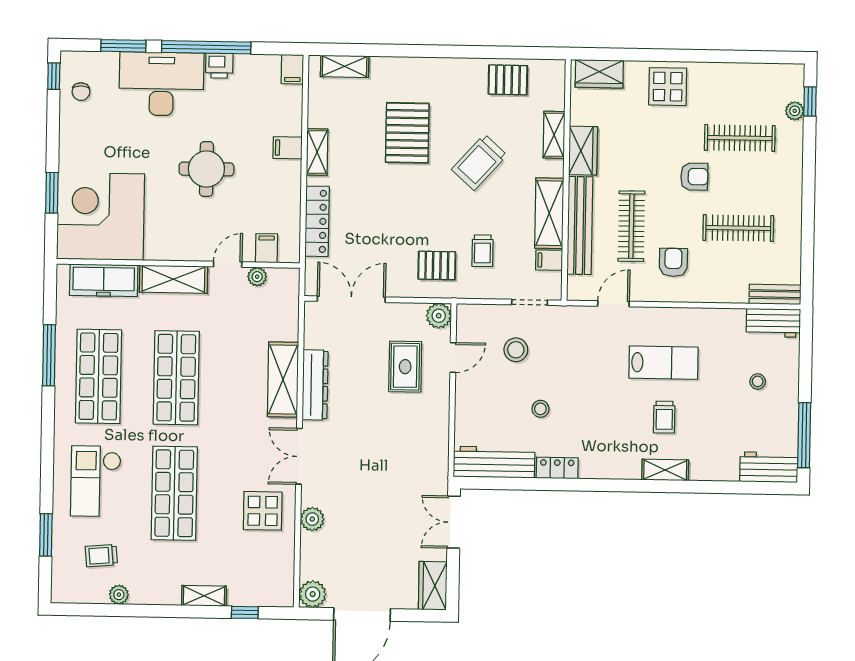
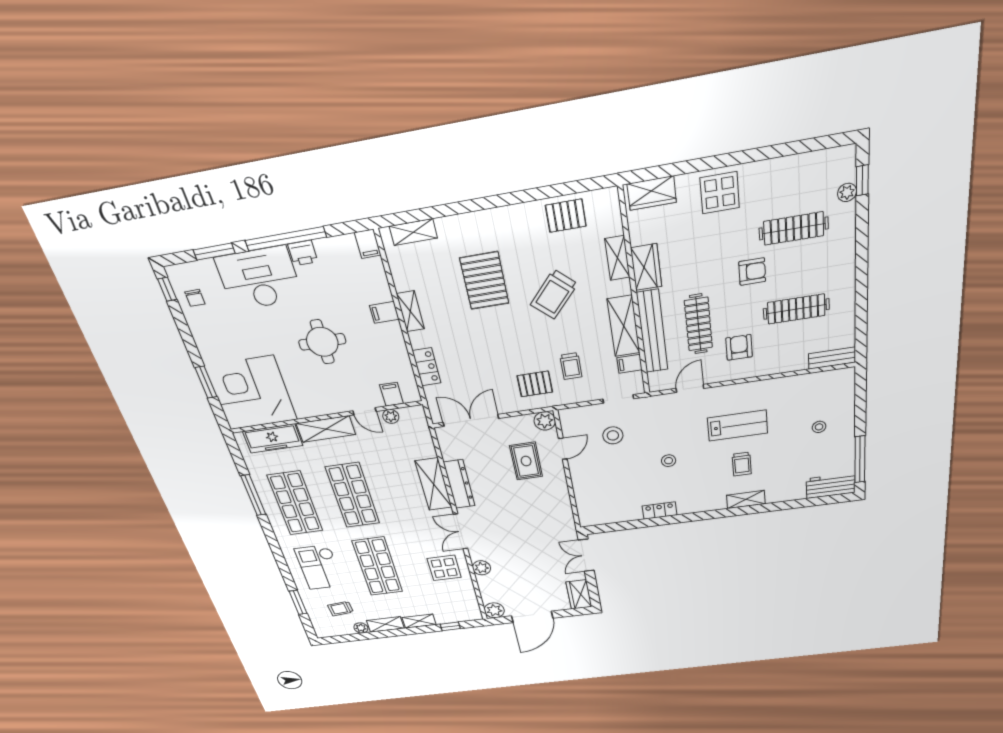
locker: (317, 221) -> (427, 367), width x0.66
door: (228, 264) -> (365, 411), swing flipped
workbench: (773, 323) -> (831, 381), removed
stool: (540, 409) -> (669, 461), moved
workbench: (494, 462) -> (610, 514), removed
shelving: (155, 594) -> (385, 624), added

